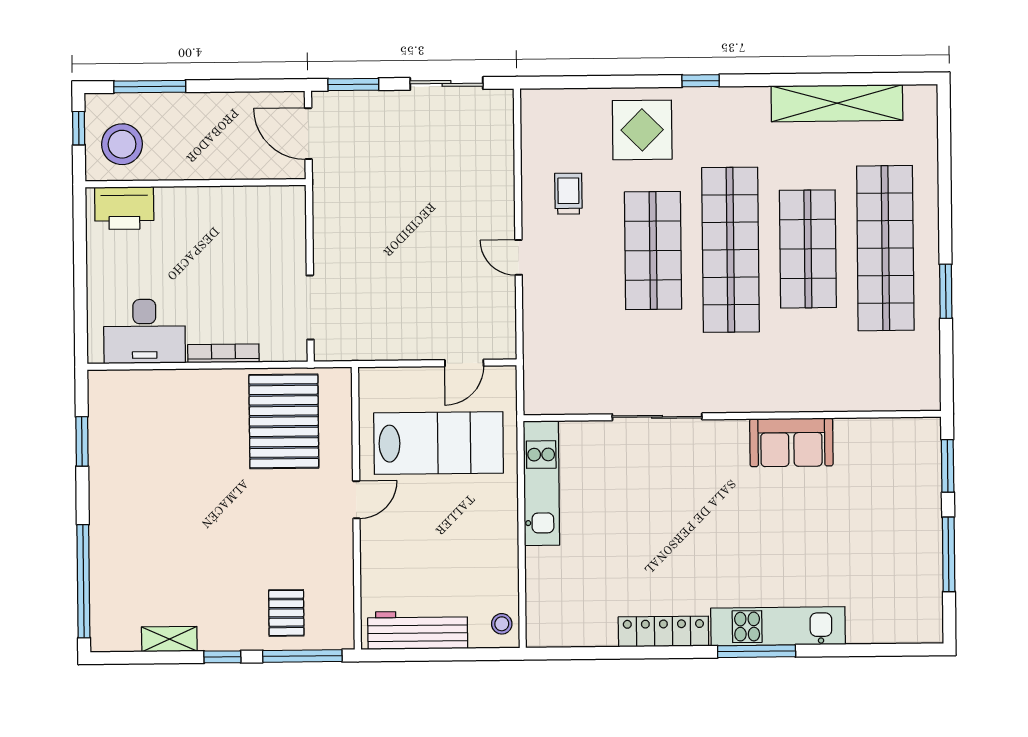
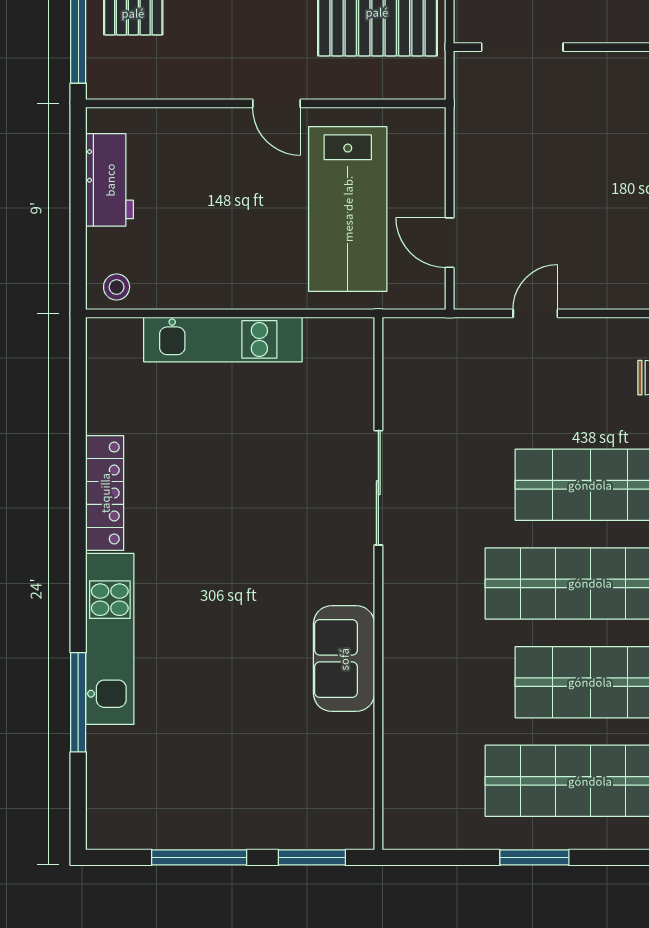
door: (519, 257) -> (535, 313), moved
kitchen unit: (541, 483) -> (223, 339), moved
workbench: (418, 630) -> (110, 180), width x0.73
window: (757, 651) -> (78, 702), moved

